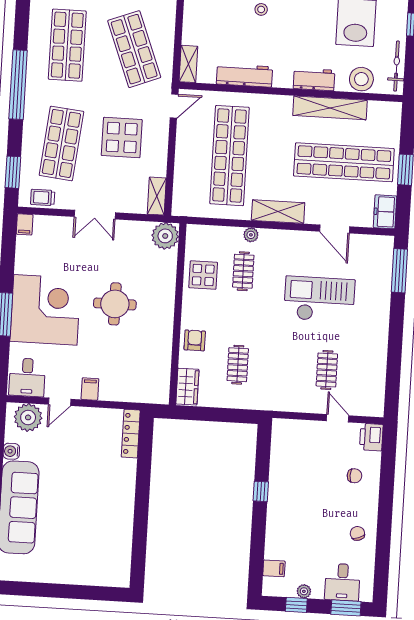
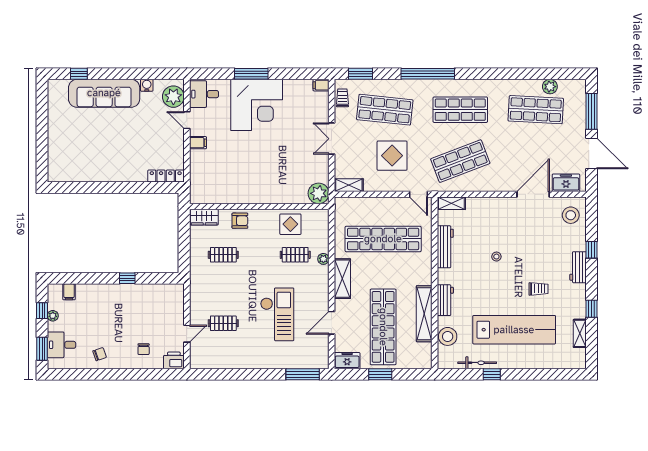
bicycle: (396, 66) -> (477, 363), moved
round table: (115, 304) -> (264, 158), removed

